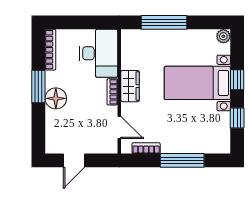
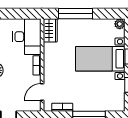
wardrobe: (130, 86) -> (50, 30), moved
door: (119, 128) -> (42, 92), swing flipped

